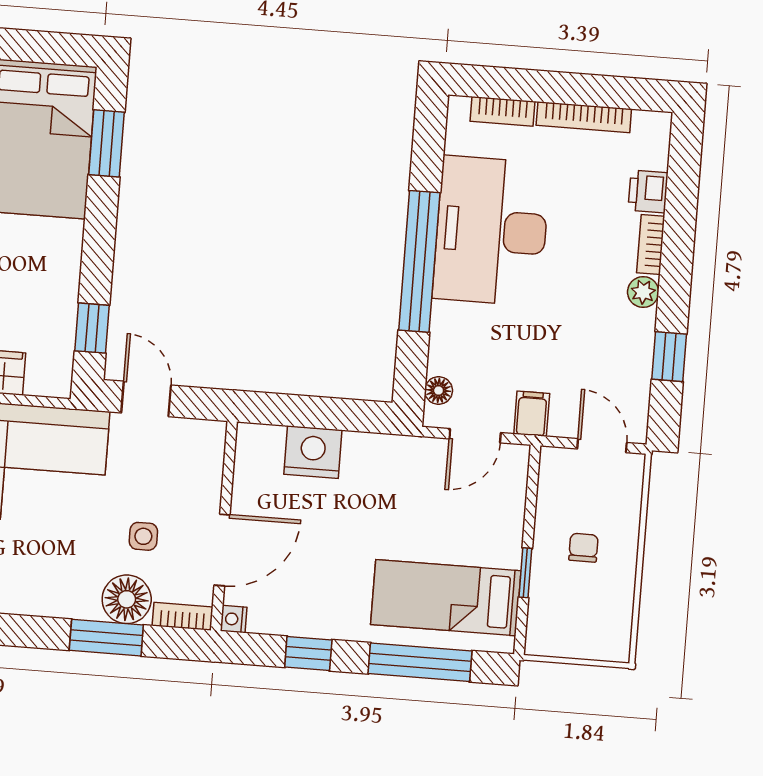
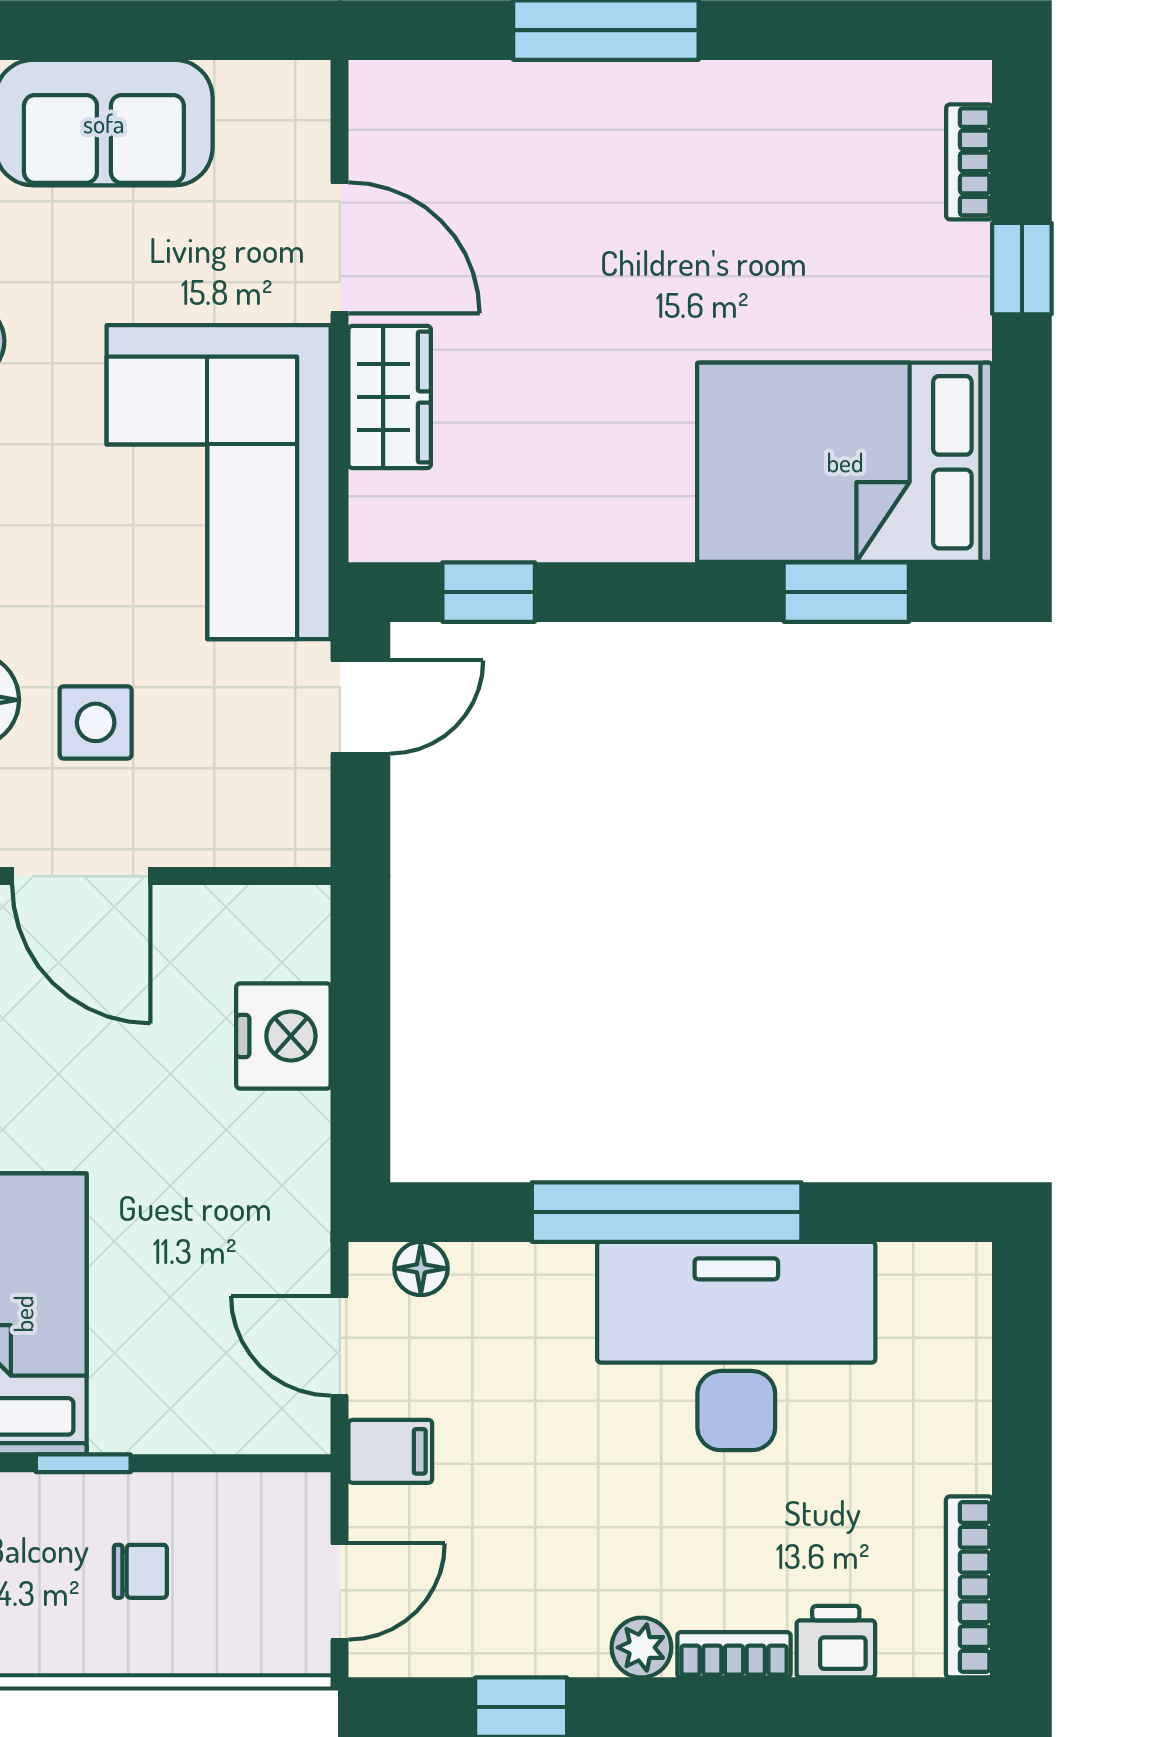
bookcase: (503, 111) -> (968, 1350), removed
bookcase: (584, 117) -> (969, 1587), moved
side table: (143, 536) -> (96, 722), width x1.37, depth x1.37

